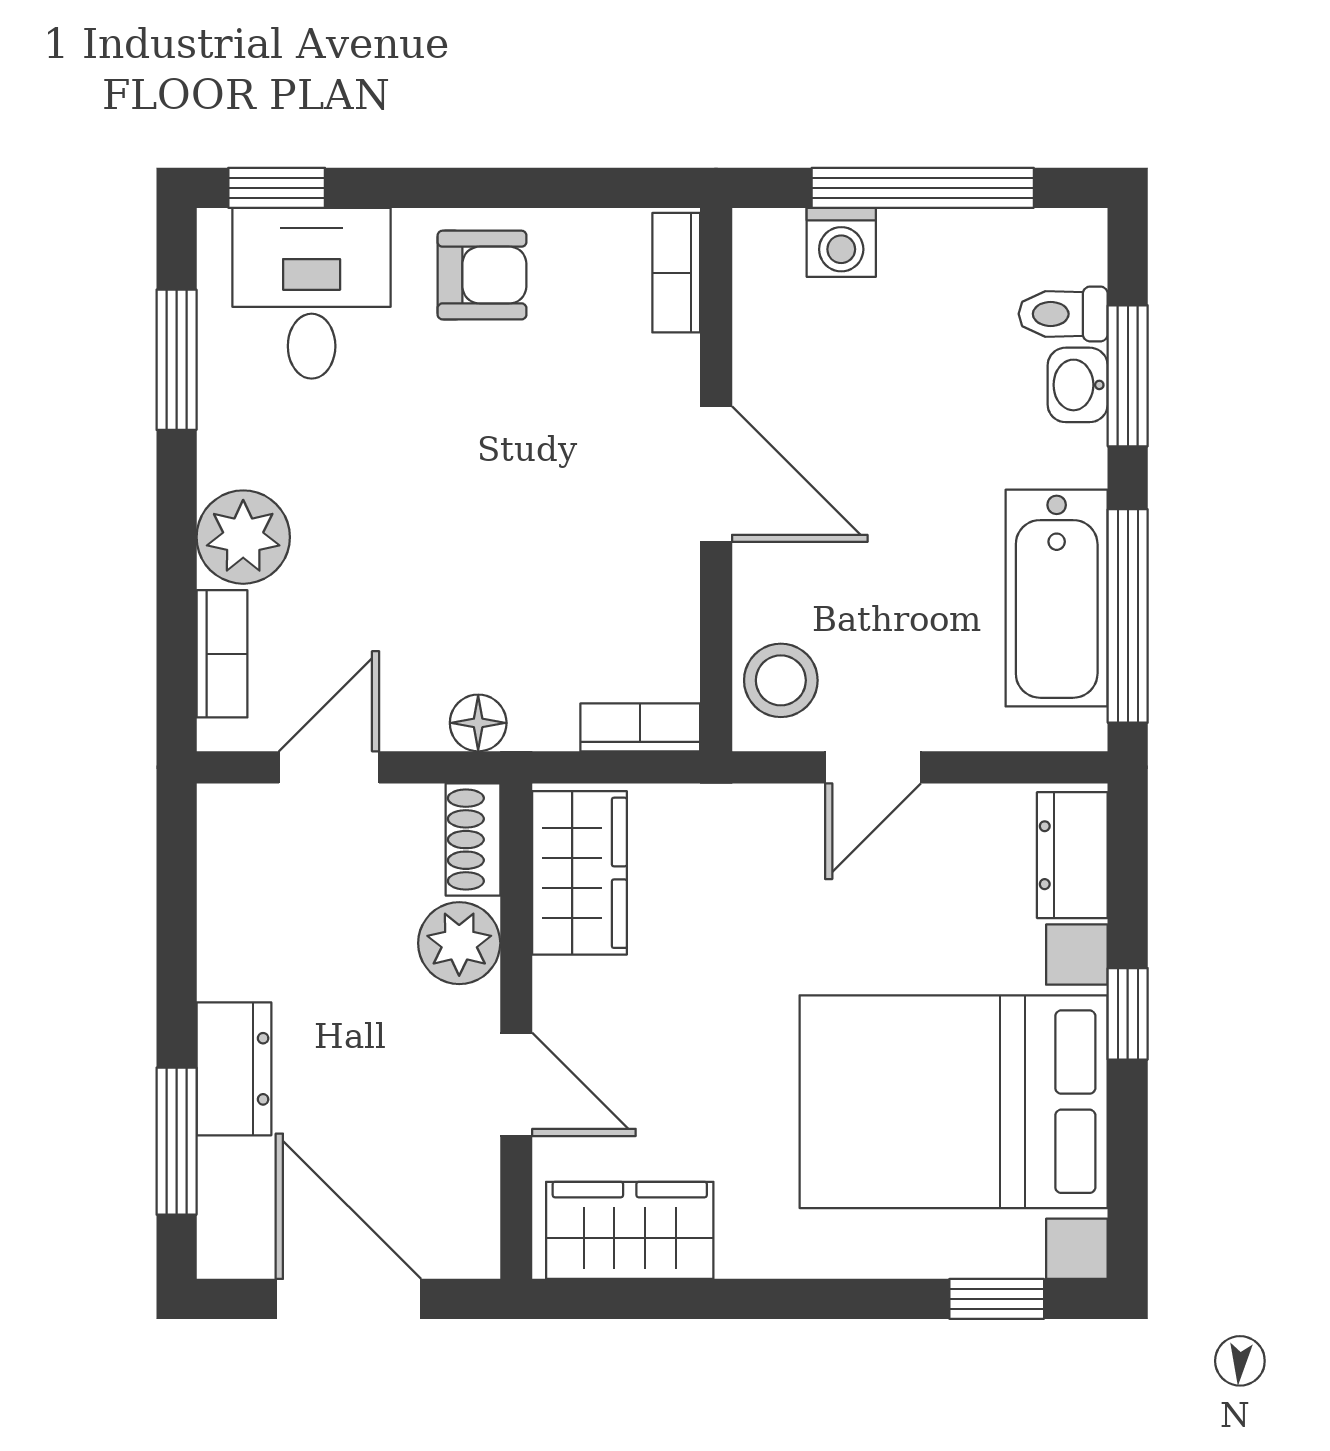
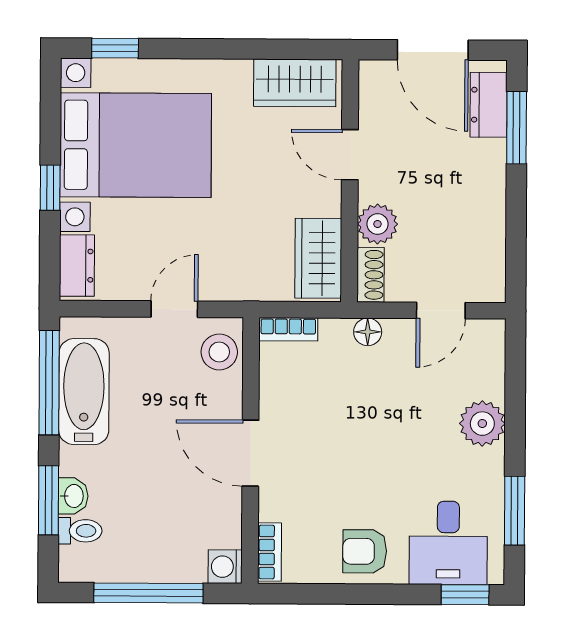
washing machine: (841, 242) -> (225, 567), moved, turned -90
bookcase: (222, 654) -> (493, 366), removed
dresser: (234, 1069) -> (489, 105), moved

